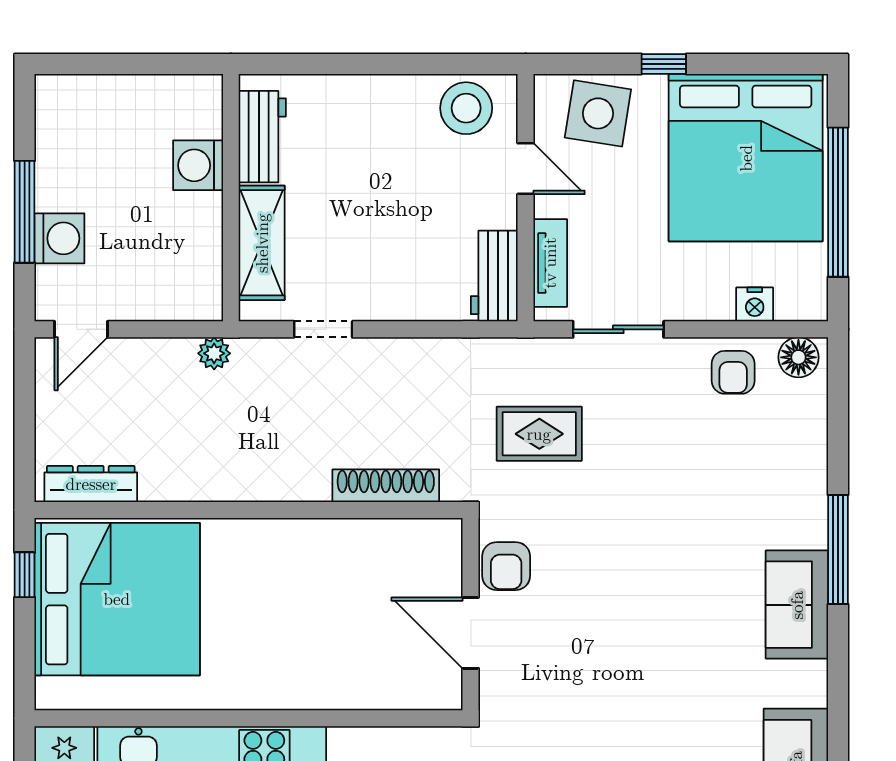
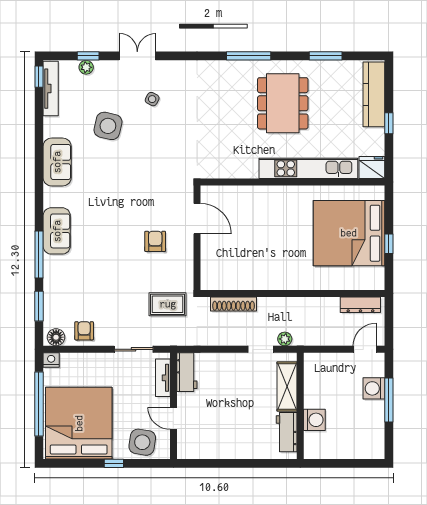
stool: (466, 108) -> (199, 444), removed
nightstand: (755, 304) -> (51, 360), moved
plant: (214, 353) -> (285, 339), moved
window: (838, 430) -> (39, 306), added
dresser: (91, 484) -> (360, 305), moved
shoe rack: (386, 486) -> (234, 304), moved
wall: (249, 510) -> (293, 293), moved
armchair: (506, 566) -> (155, 241), moved

